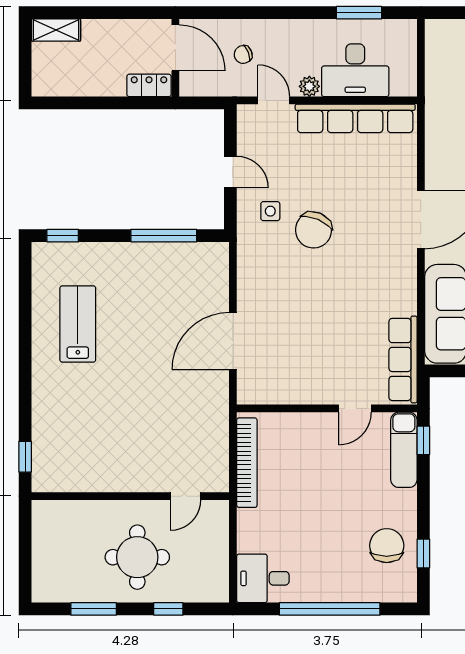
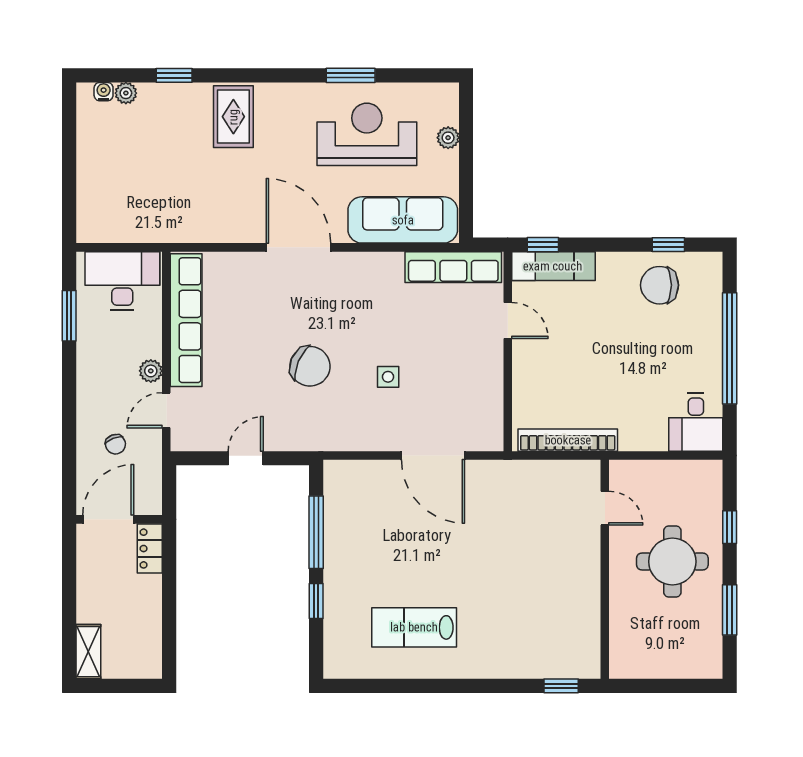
desk: (355, 70) -> (122, 281), moved, turned -90
side table: (270, 211) -> (388, 377), moved
window: (63, 236) -> (316, 601), moved

